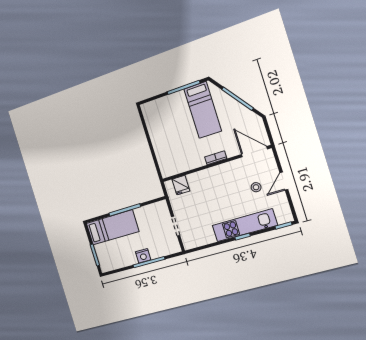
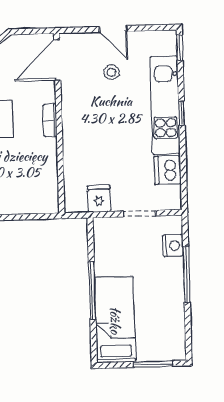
fridge: (181, 185) -> (99, 199), moved, turned -90
dishwasher: (206, 236) -> (168, 170), added
nightstand: (143, 256) -> (173, 246), moved

